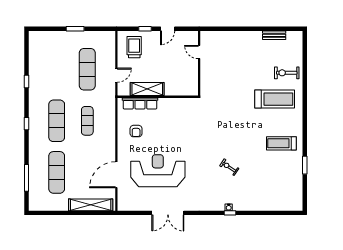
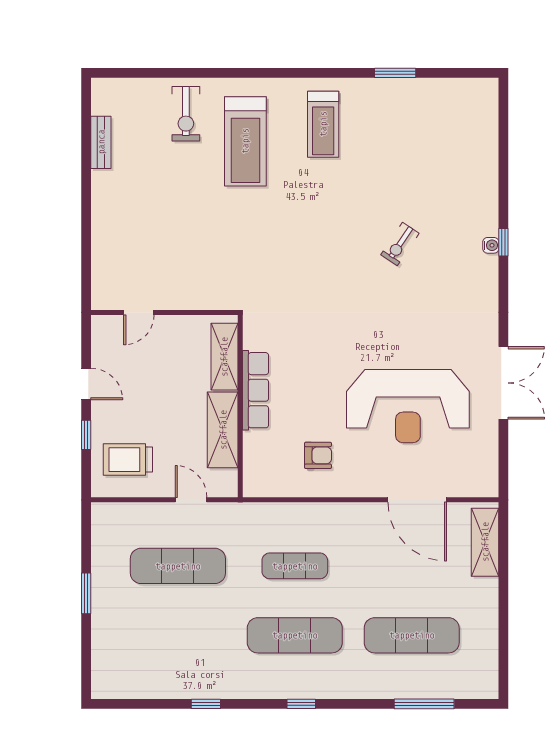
shelving: (180, 90) -> (224, 357), added
treadmill: (275, 99) -> (245, 141), turned 180
row of seats: (140, 103) -> (256, 390), moved
treadmill: (281, 143) -> (323, 124), moved
reception desk: (158, 171) -> (408, 406), turned -90
shelving: (91, 205) -> (485, 542), width x0.68

